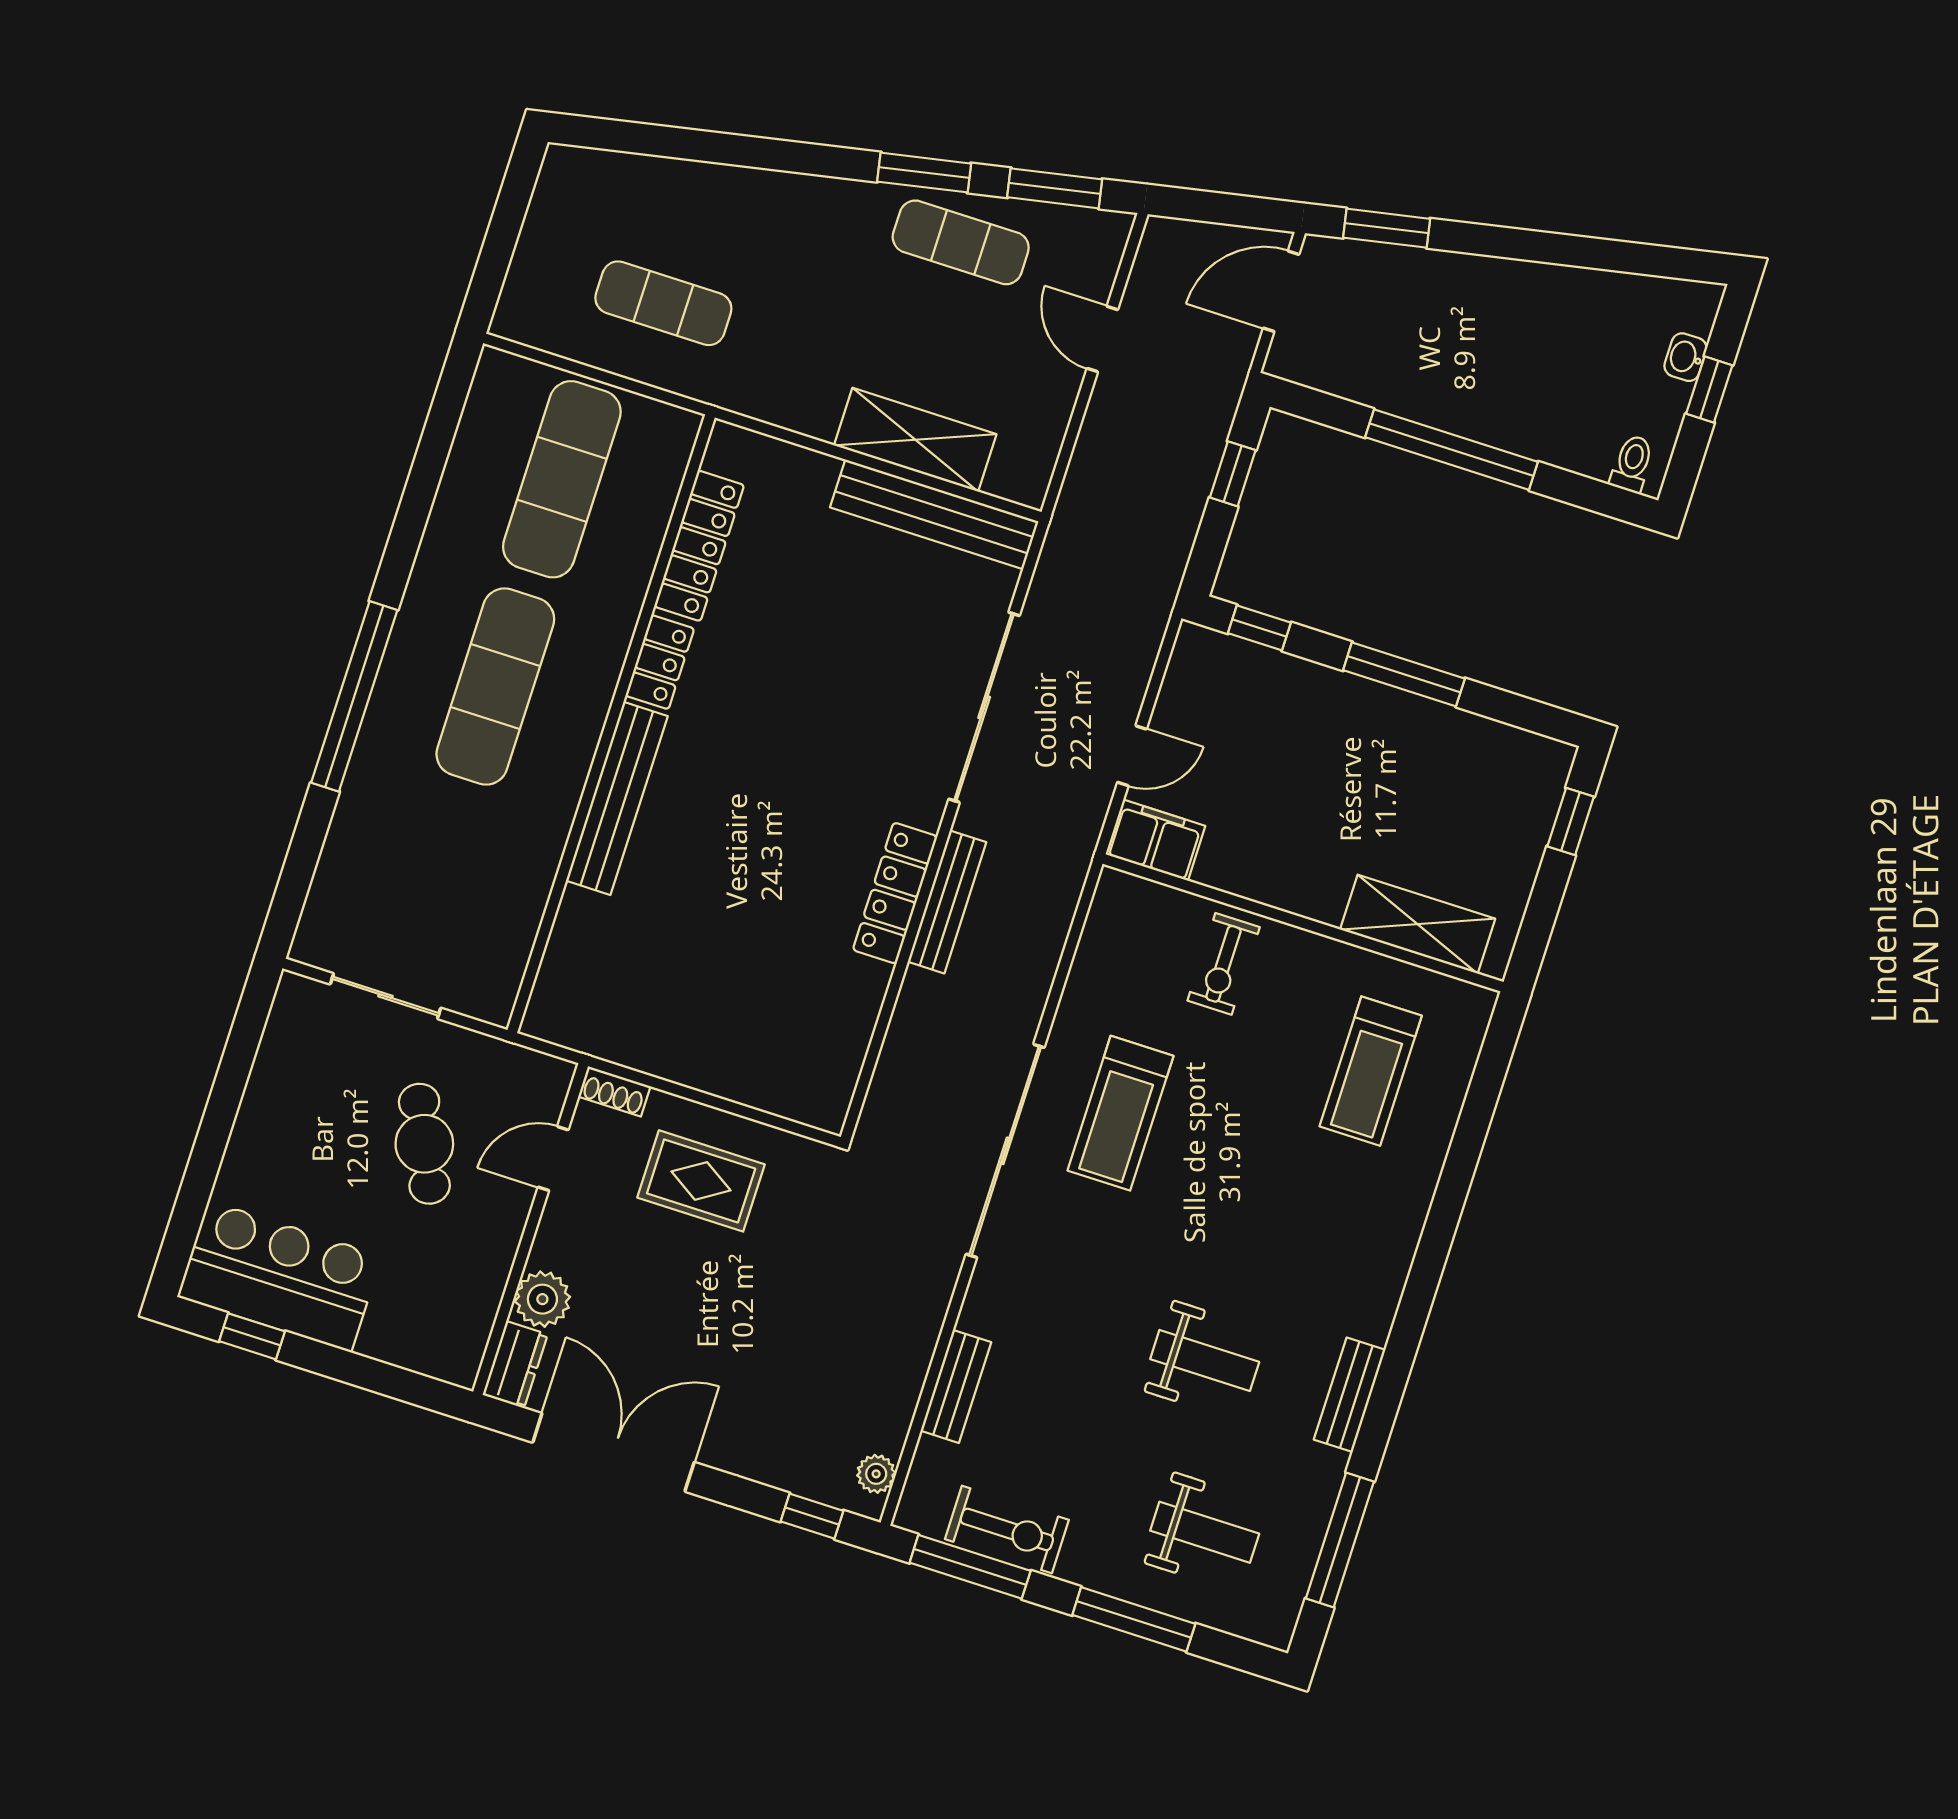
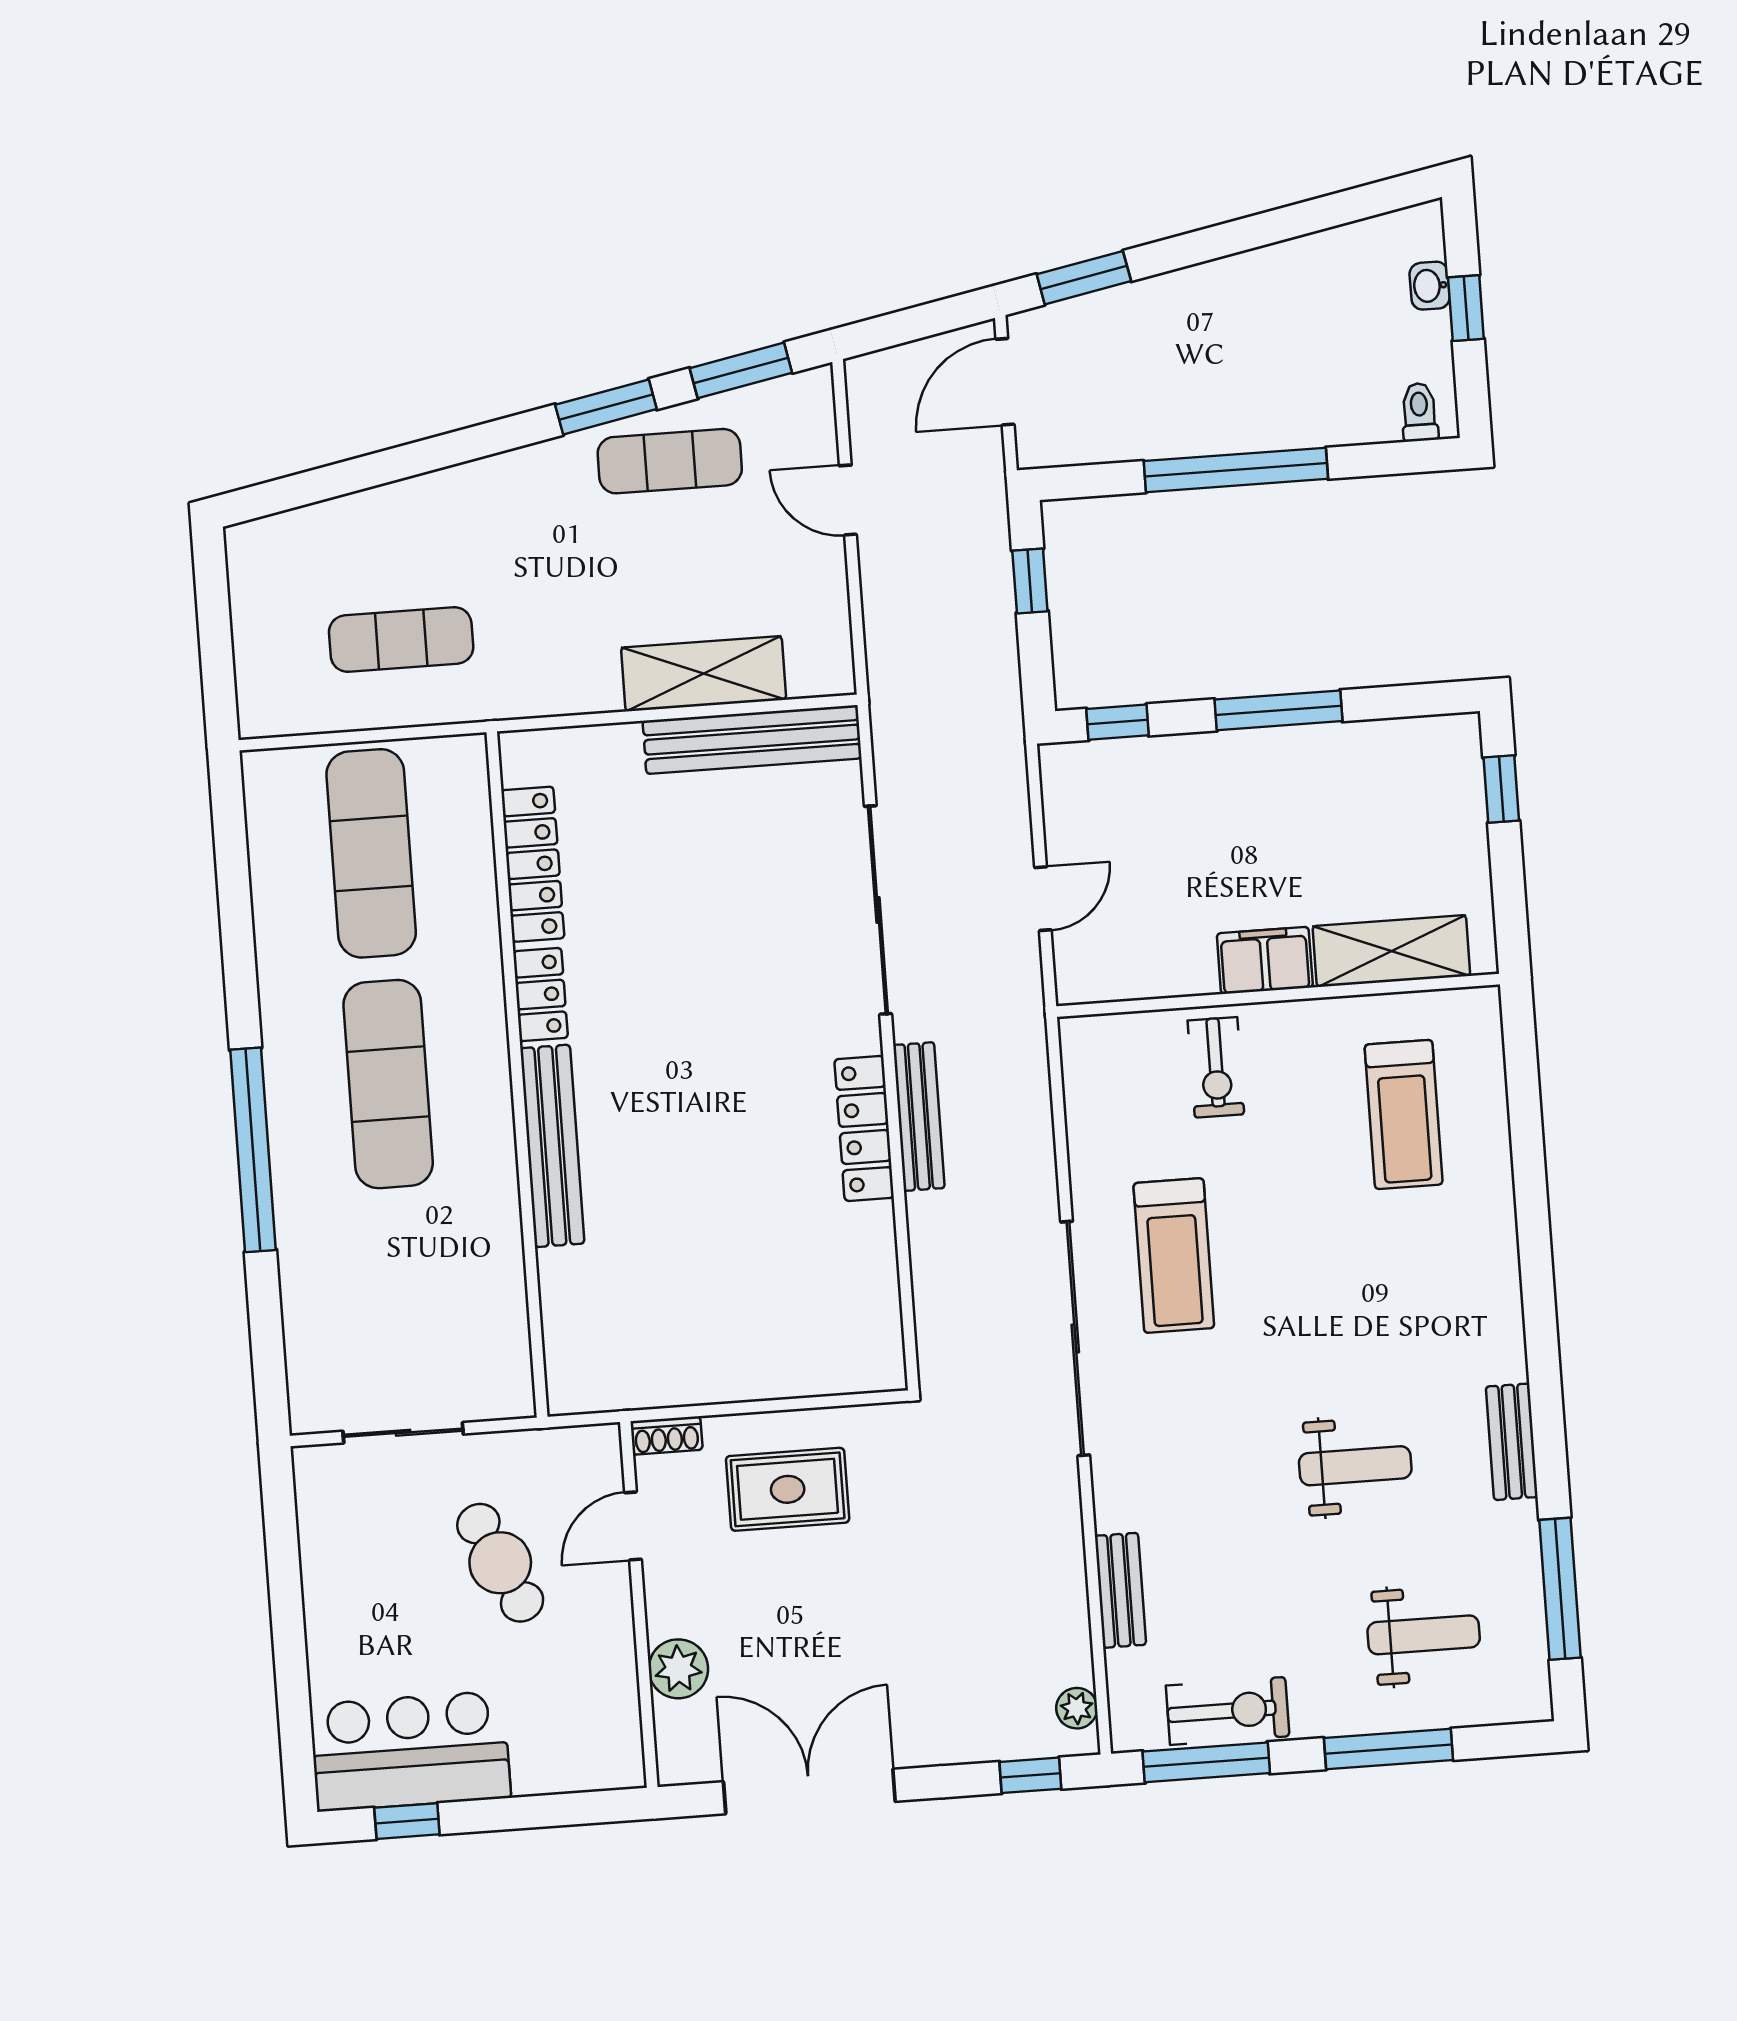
filing cabinet: (1155, 840) -> (1265, 960), moved
dresser: (515, 1365) -> (678, 1744), removed

